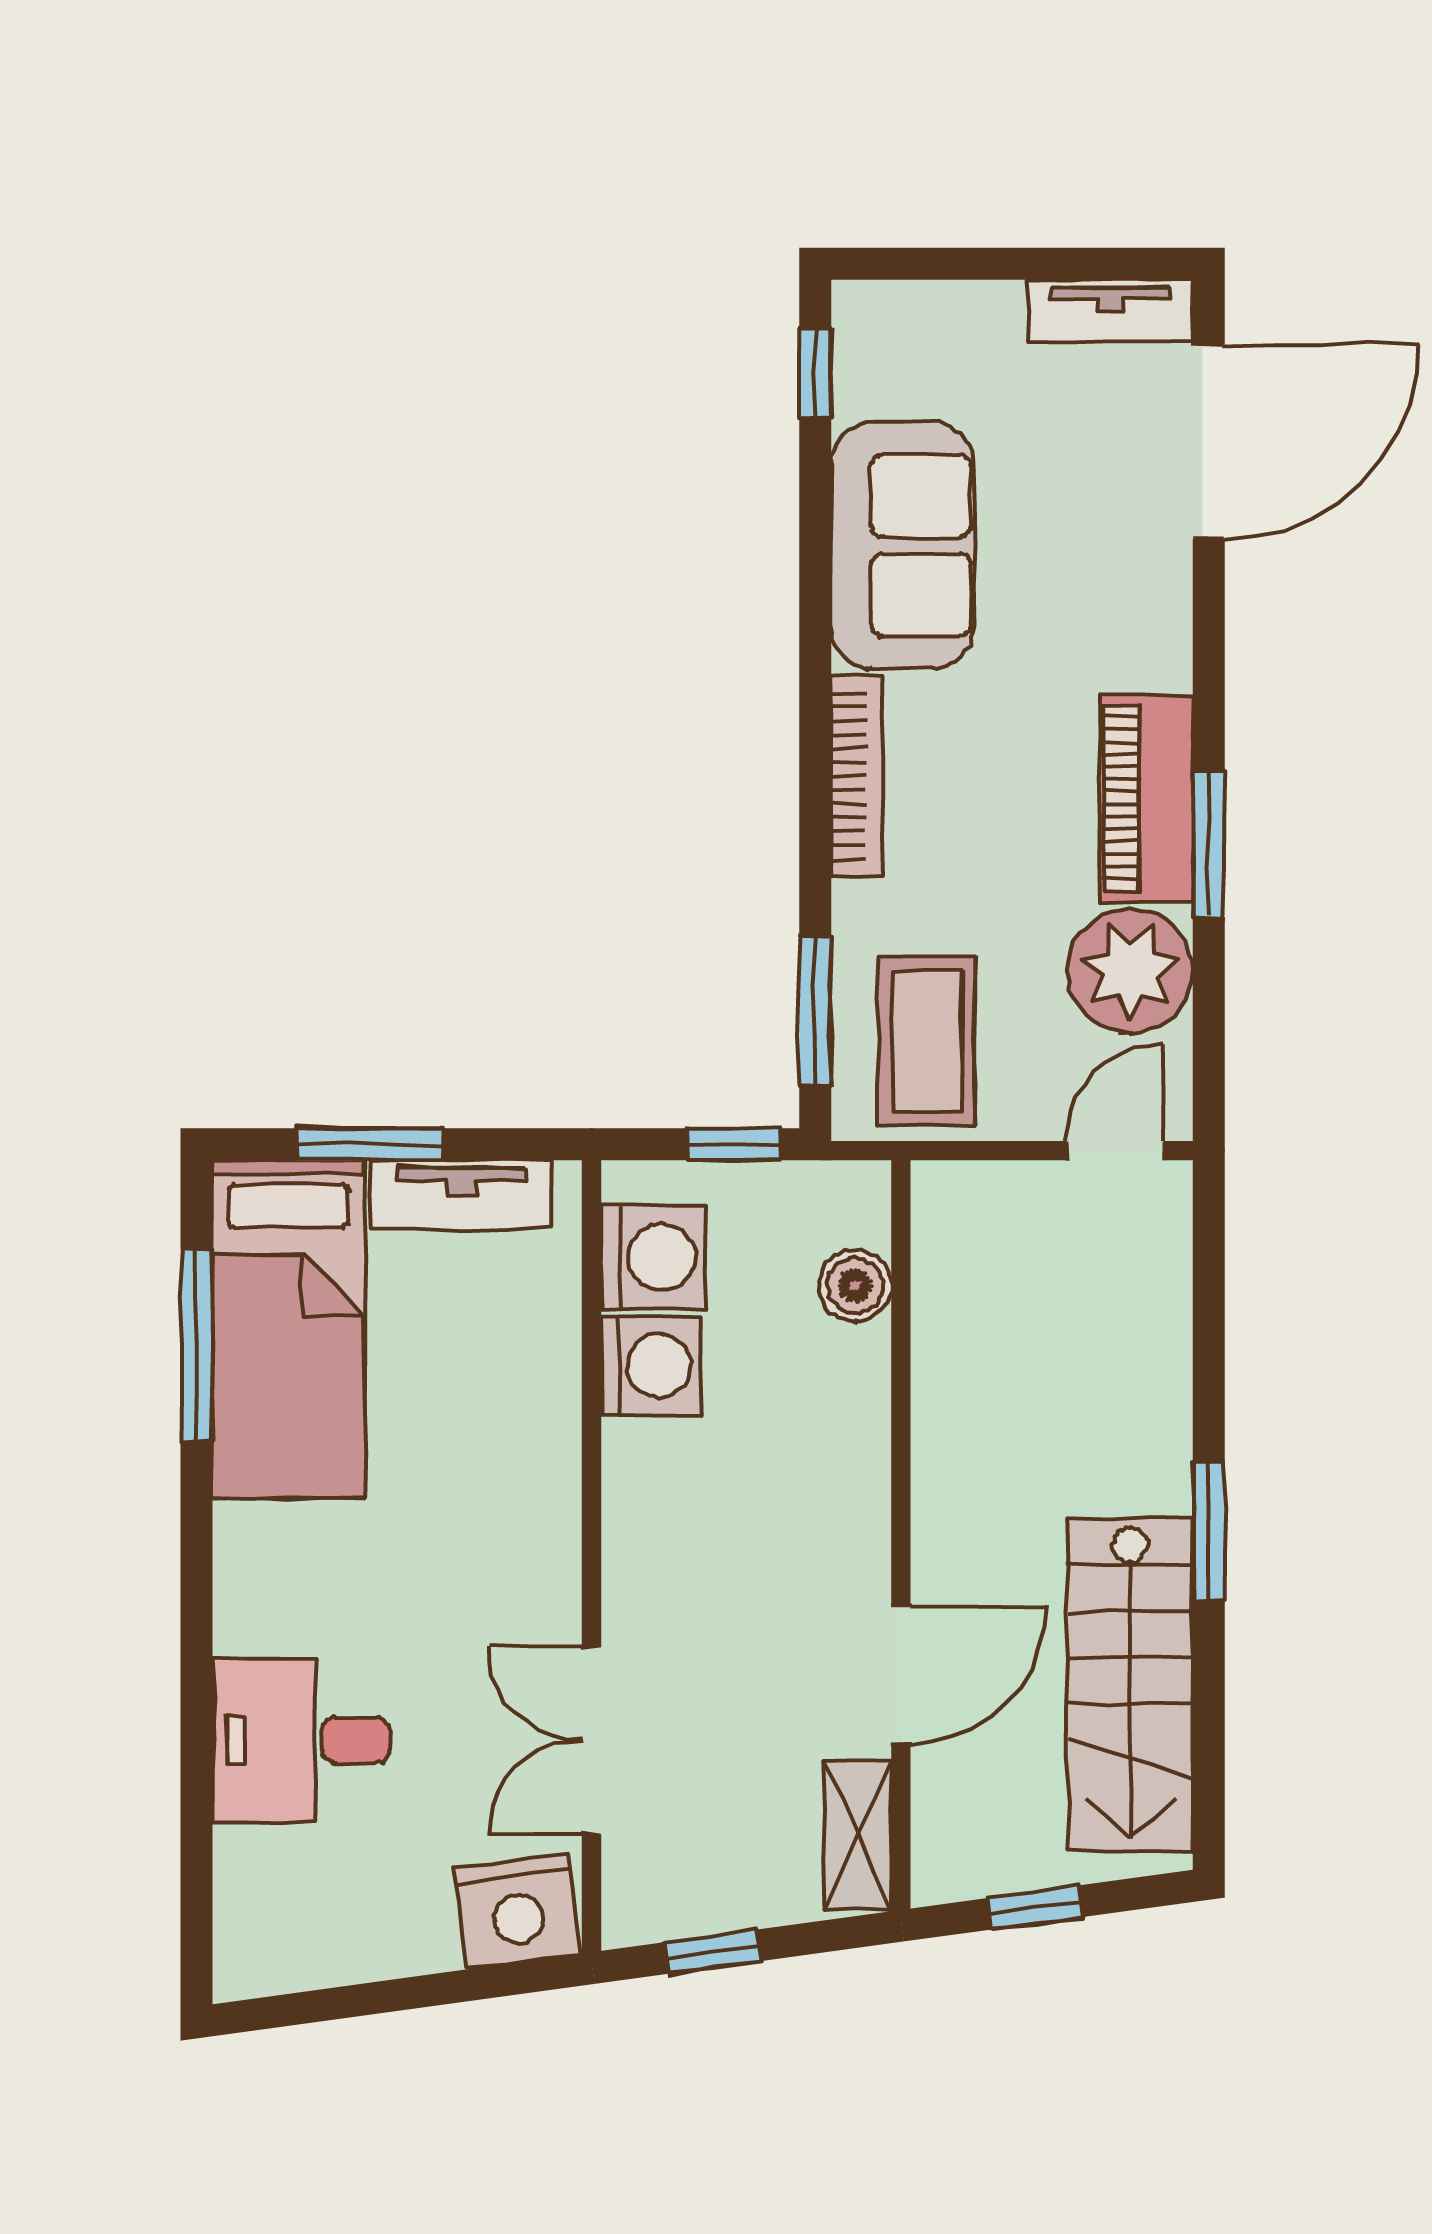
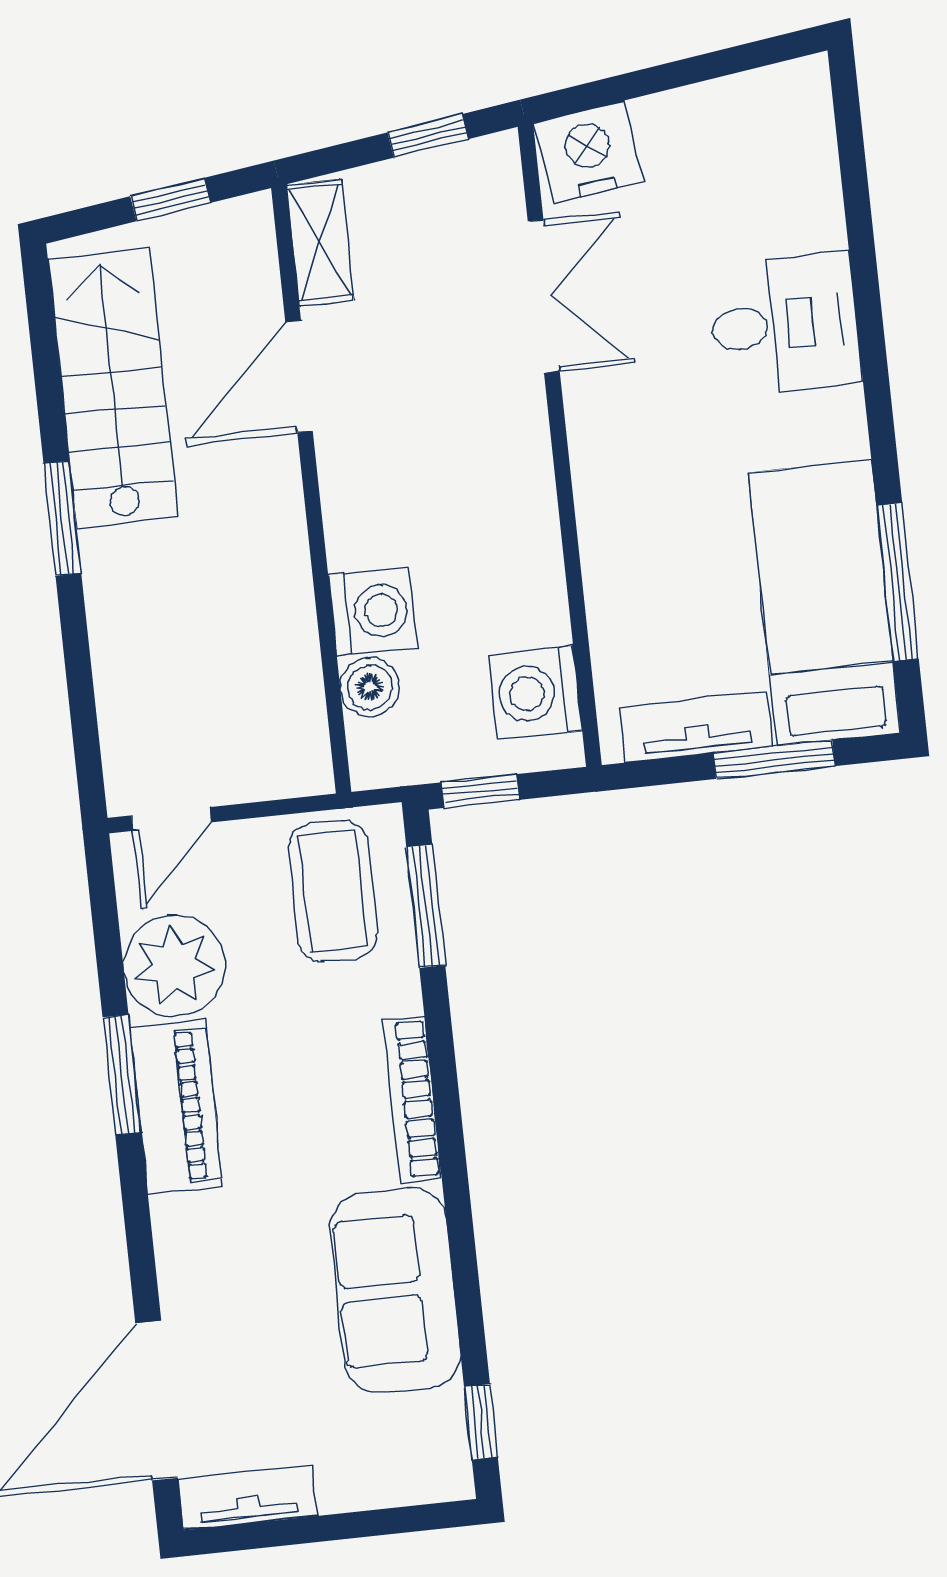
washing machine: (651, 1366) -> (373, 611), moved, turned 180
desk: (301, 1740) -> (785, 324), moved

